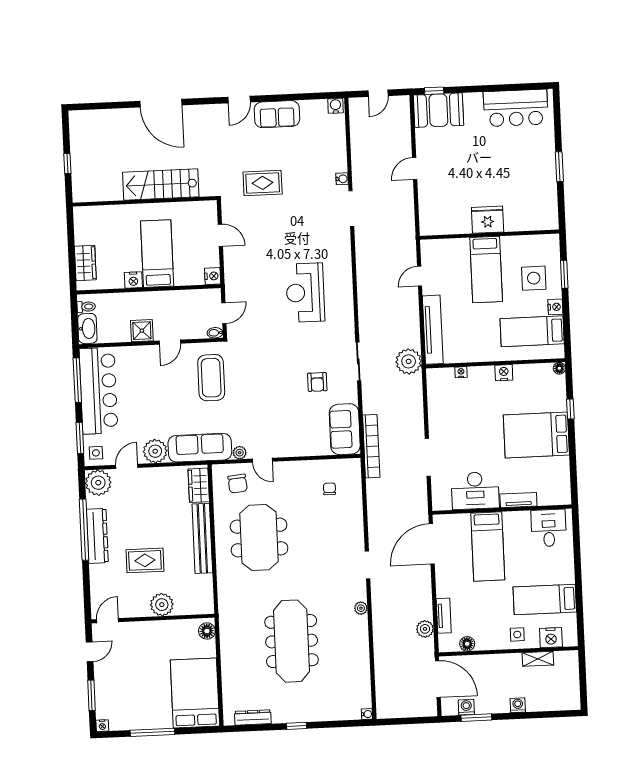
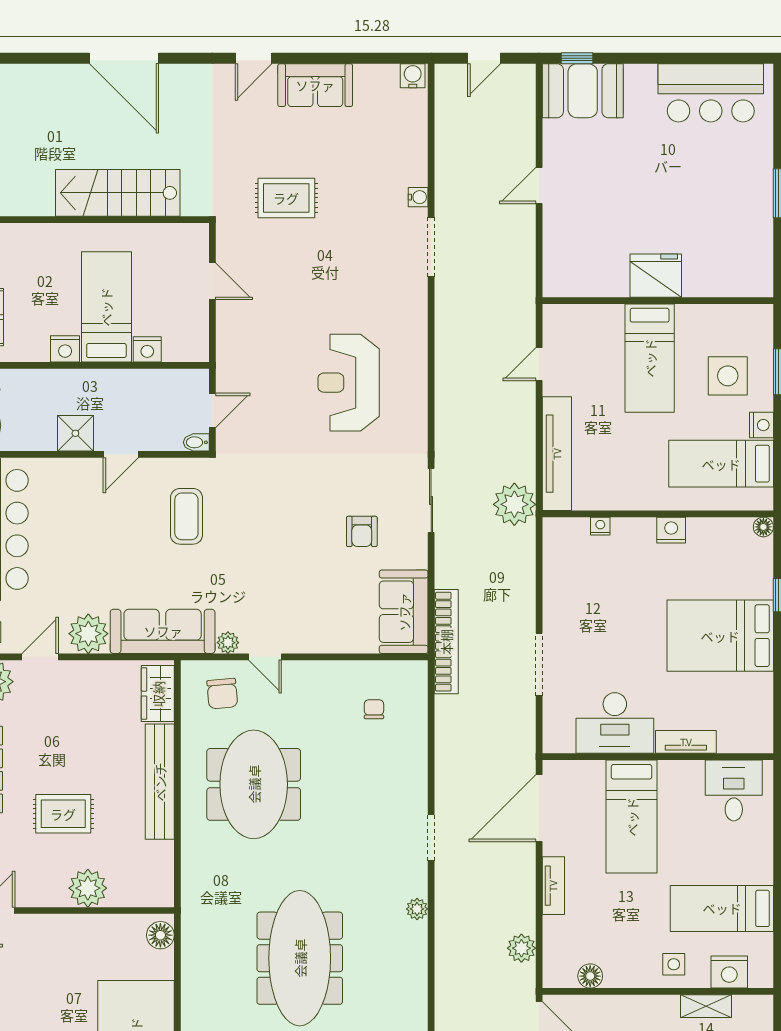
nightstand: (213, 276) -> (147, 349), moved, turned 90
coffee table: (211, 378) -> (186, 516), width x0.73, depth x0.76
tv unit: (444, 616) -> (553, 886), moved

